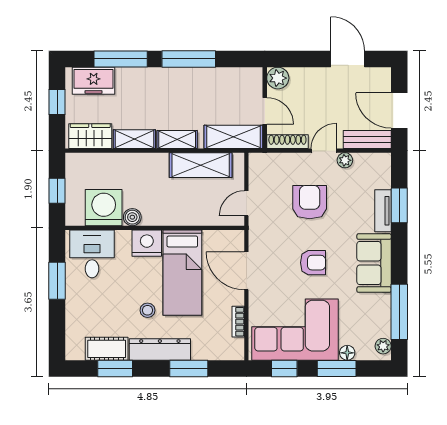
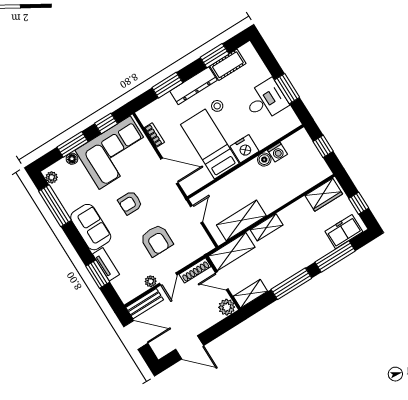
shelving: (134, 139) -> (250, 294), moved
washing machine: (104, 208) -> (277, 152), width x0.53, depth x0.53
desk: (92, 254) -> (266, 100), moved, turned -90

